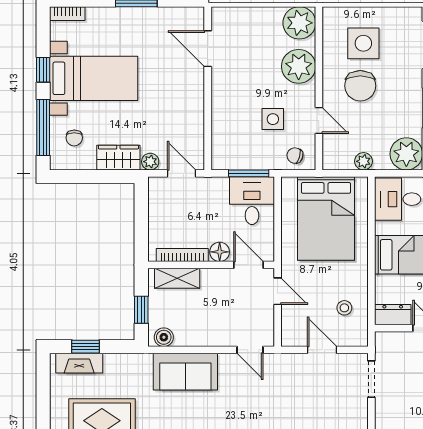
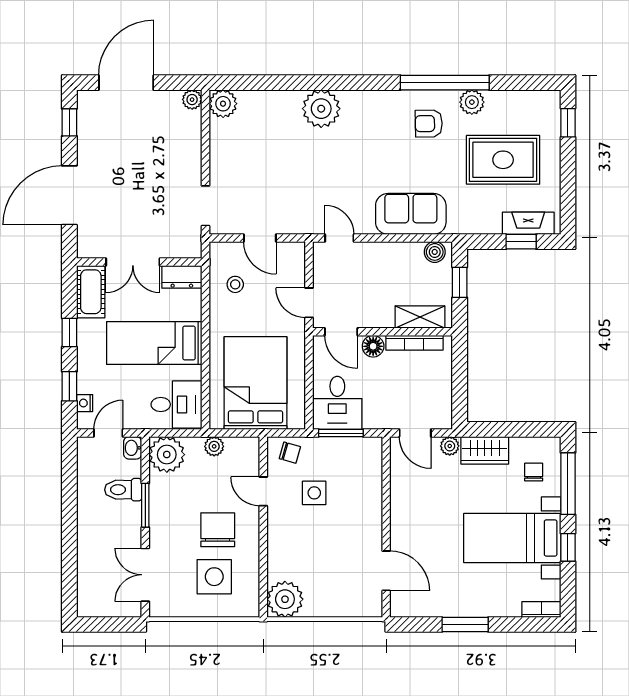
plant: (299, 66) -> (286, 551), removed

